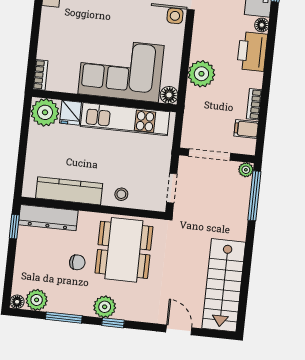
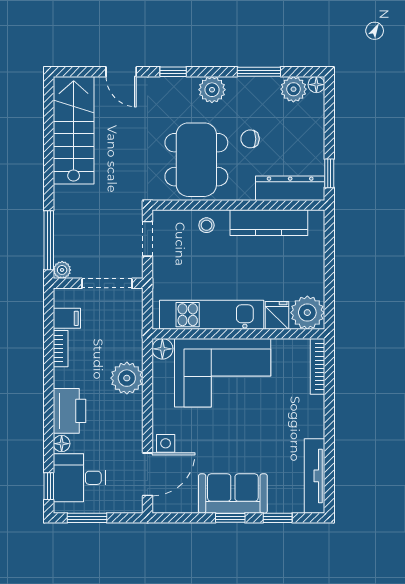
bookcase: (40, 75) -> (317, 366), width x1.56
window: (113, 323) -> (173, 72), moved

